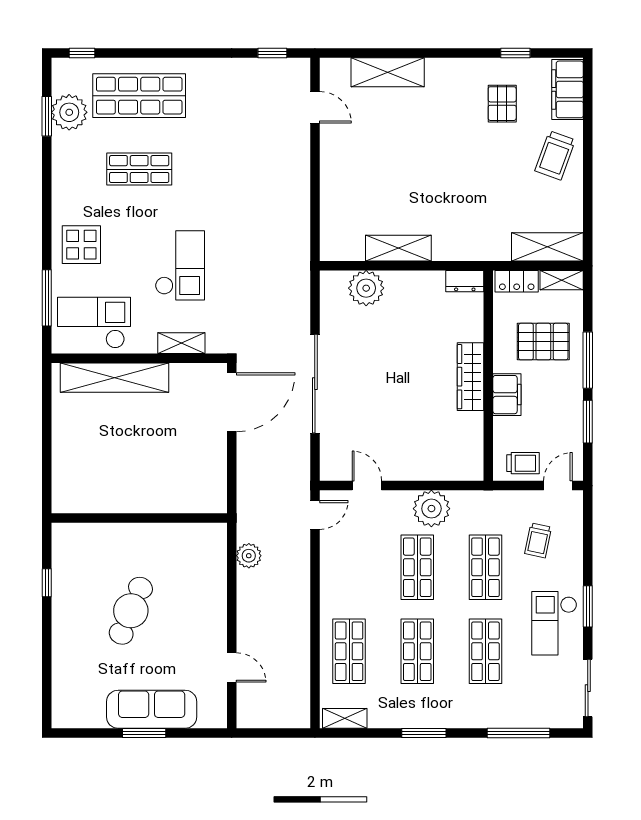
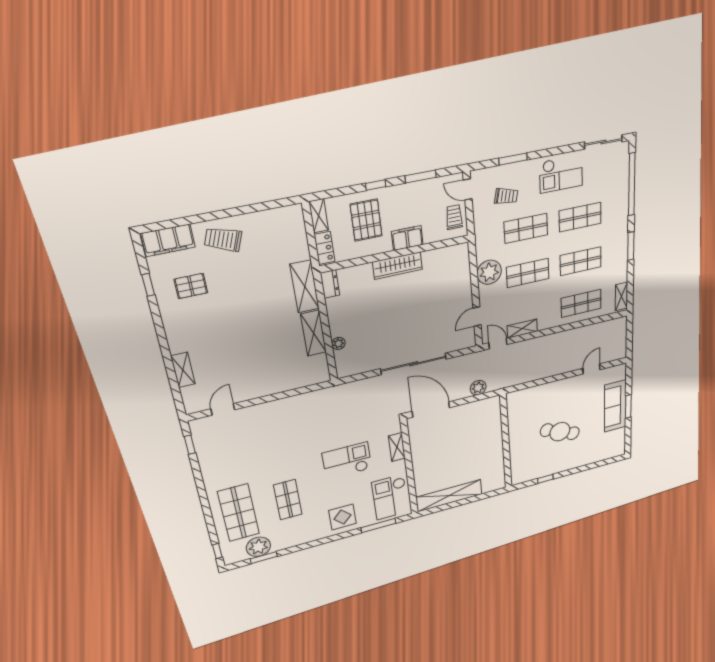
shelving: (388, 72) -> (183, 370), width x0.67, depth x0.75
trolley: (555, 155) -> (223, 239), turned 180
shelving: (547, 247) -> (305, 287), moved
plant: (366, 288) -> (338, 343), width x0.53, depth x0.53
window: (588, 360) -> (376, 185), width x0.46
shelving: (114, 378) -> (449, 496), moved, turned 90
shelving: (330, 555) -> (522, 329), added
plant: (249, 556) -> (478, 388), moved
window: (588, 606) -> (513, 159), moved
window: (518, 733) -> (632, 184), width x1.46

